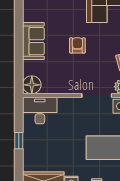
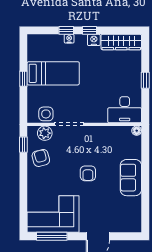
floor lamp: (32, 85) -> (137, 131), width x0.53, depth x0.53

